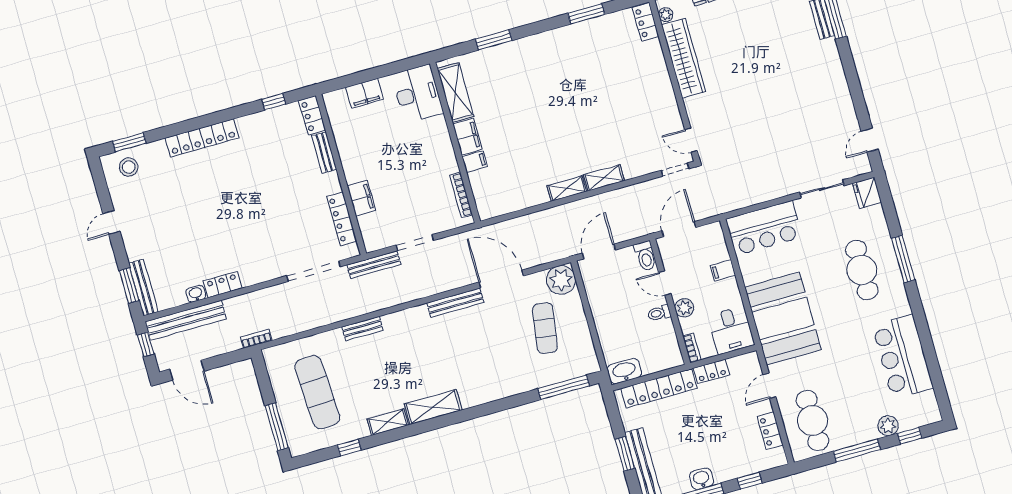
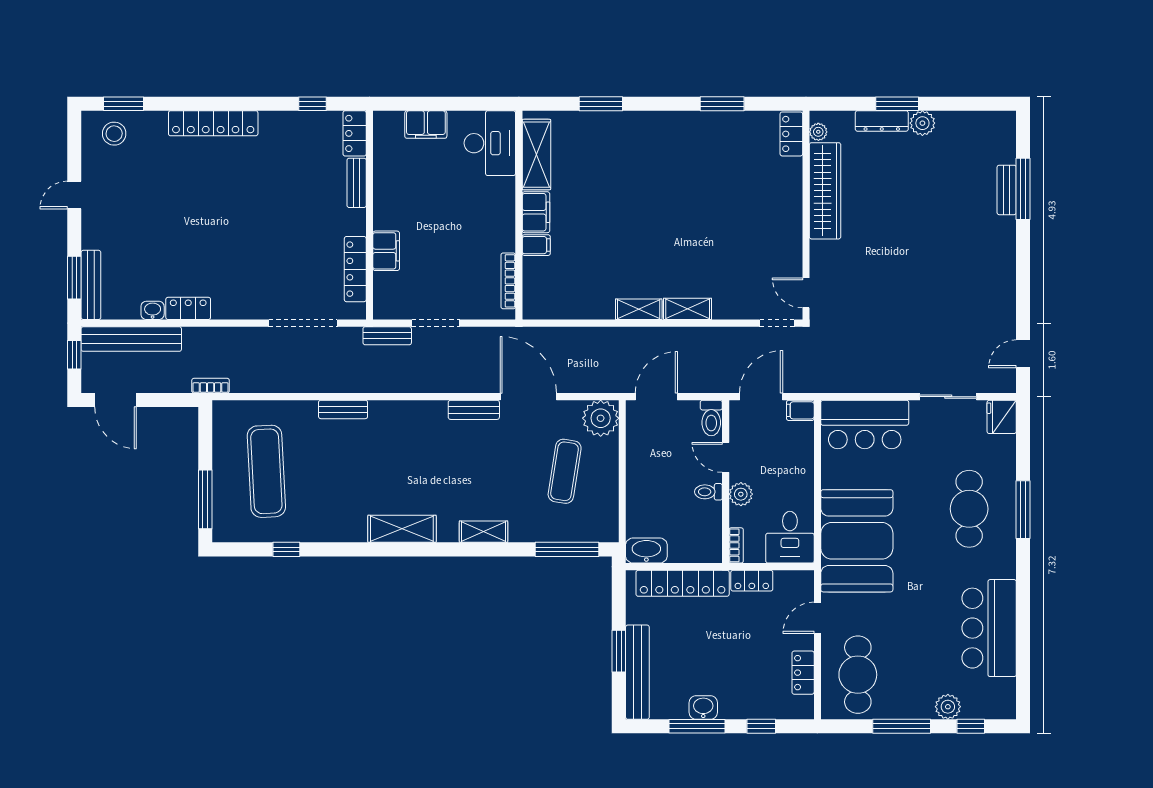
bench: (374, 265) -> (387, 336), width x0.73
filing cabinet: (723, 270) -> (800, 410), moved
bench: (455, 303) -> (474, 410), width x0.73
shelving: (388, 422) -> (484, 532), moved

